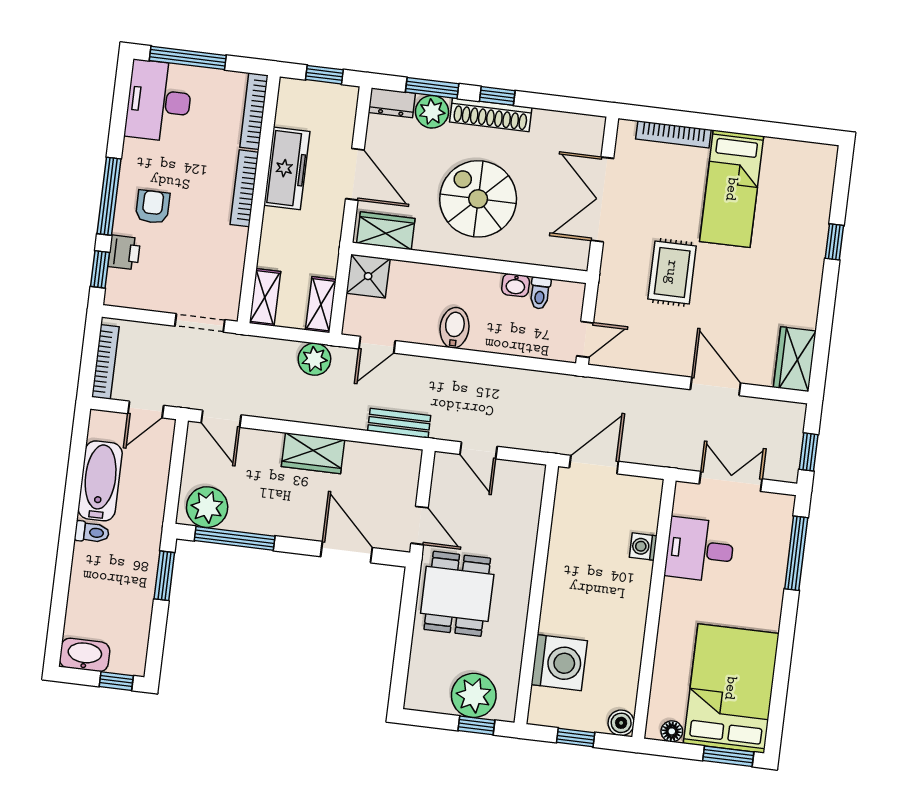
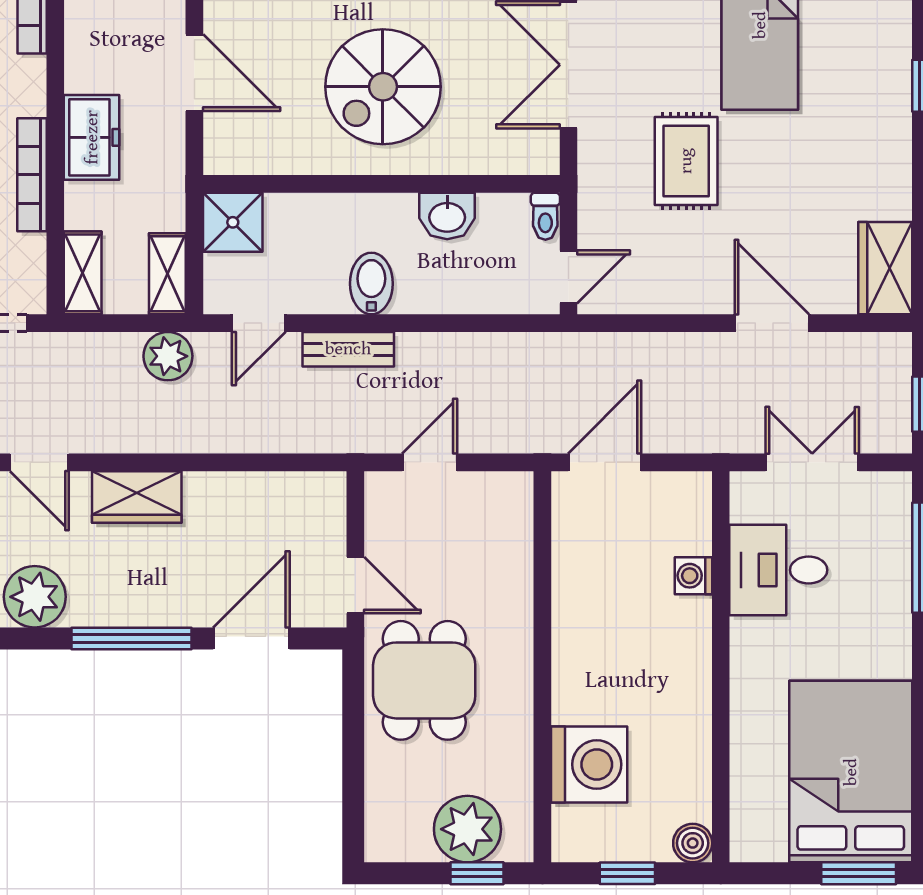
freezer: (287, 168) -> (92, 137), moved, width x0.71
bookcase: (244, 188) -> (32, 175), moved
spiral stairs: (478, 199) -> (383, 87), turned -90
wardrobe: (386, 231) -> (251, 151), removed
washbasin: (516, 285) -> (447, 216), width x1.38, depth x1.45
toilet: (540, 293) -> (545, 216), moved
bench: (399, 423) -> (348, 349), moved
door: (478, 450) -> (430, 462), swing flipped
wardrobe: (313, 453) -> (137, 497), moved
window: (235, 538) -> (131, 638), moved
door: (347, 552) -> (251, 638), hinge flipped
floor lamp: (672, 731) -> (770, 846), removed

